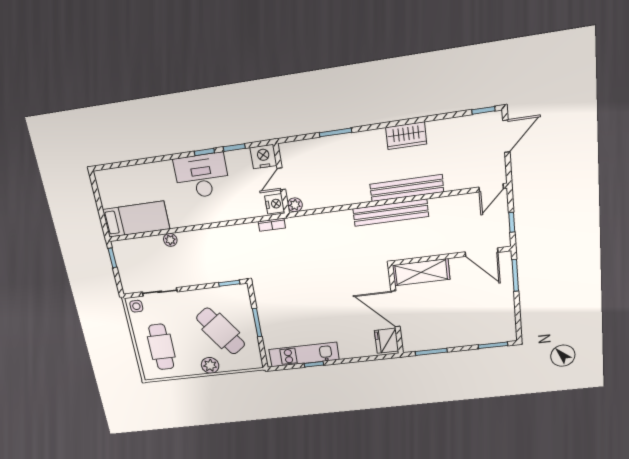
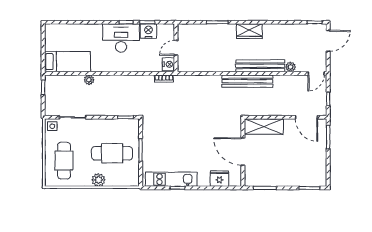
wardrobe: (406, 136) -> (249, 31), moved
nightstand: (263, 157) -> (148, 31), moved
plant: (295, 205) -> (291, 67), moved
cafe table: (221, 331) -> (112, 153), turned -55
fridge: (387, 341) -> (219, 179), moved, turned 90

